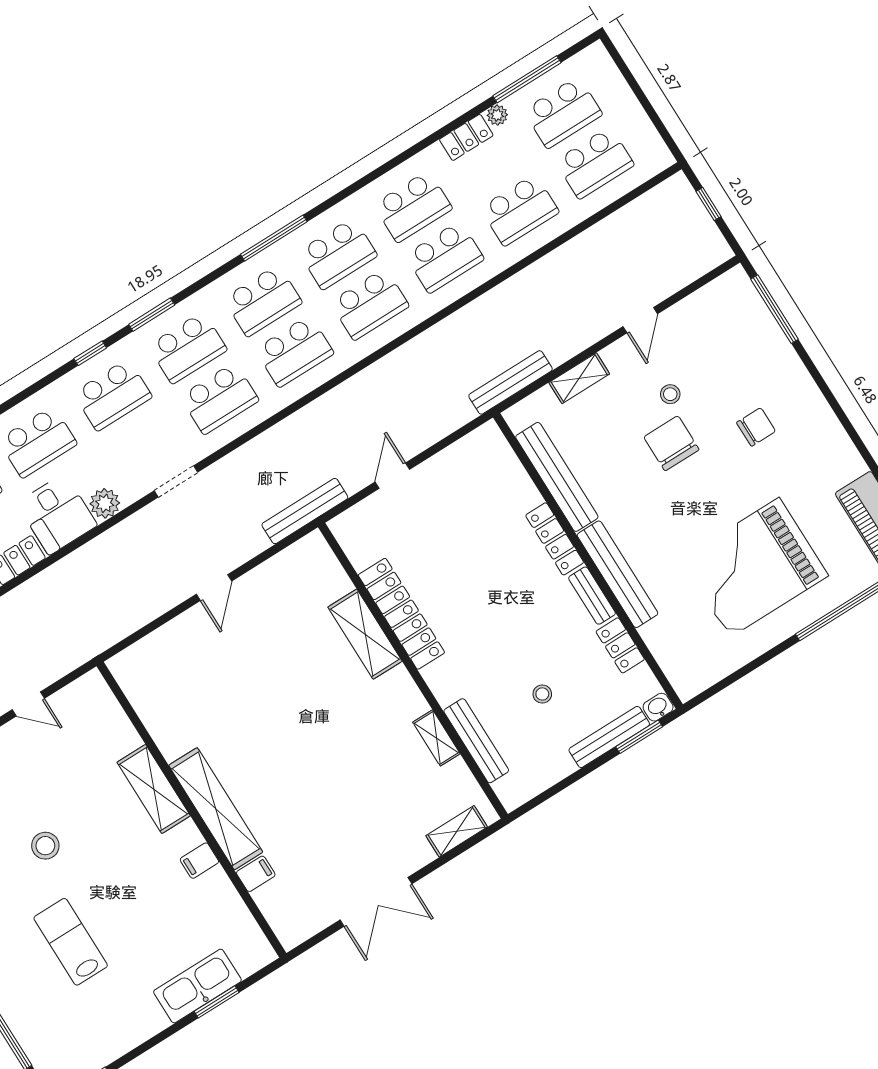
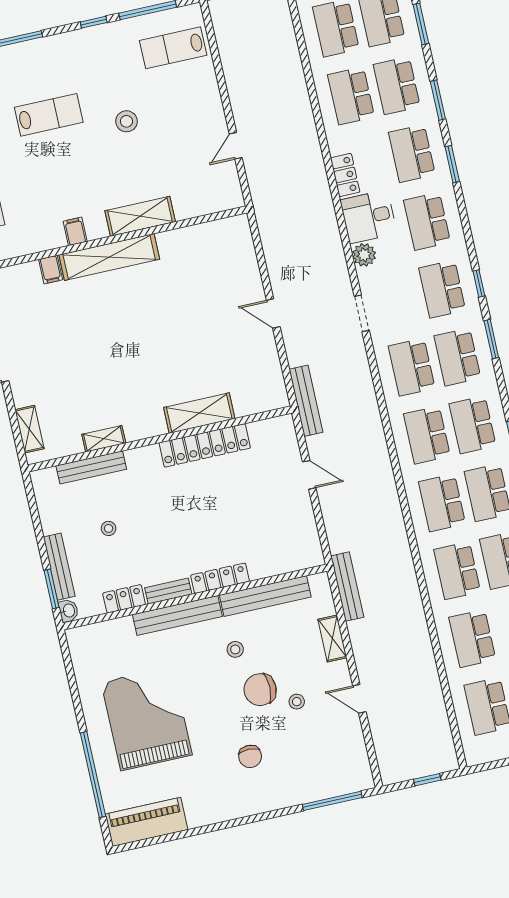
chair: (671, 443) -> (260, 690), turned 180
stool: (634, 490) -> (235, 649), added

